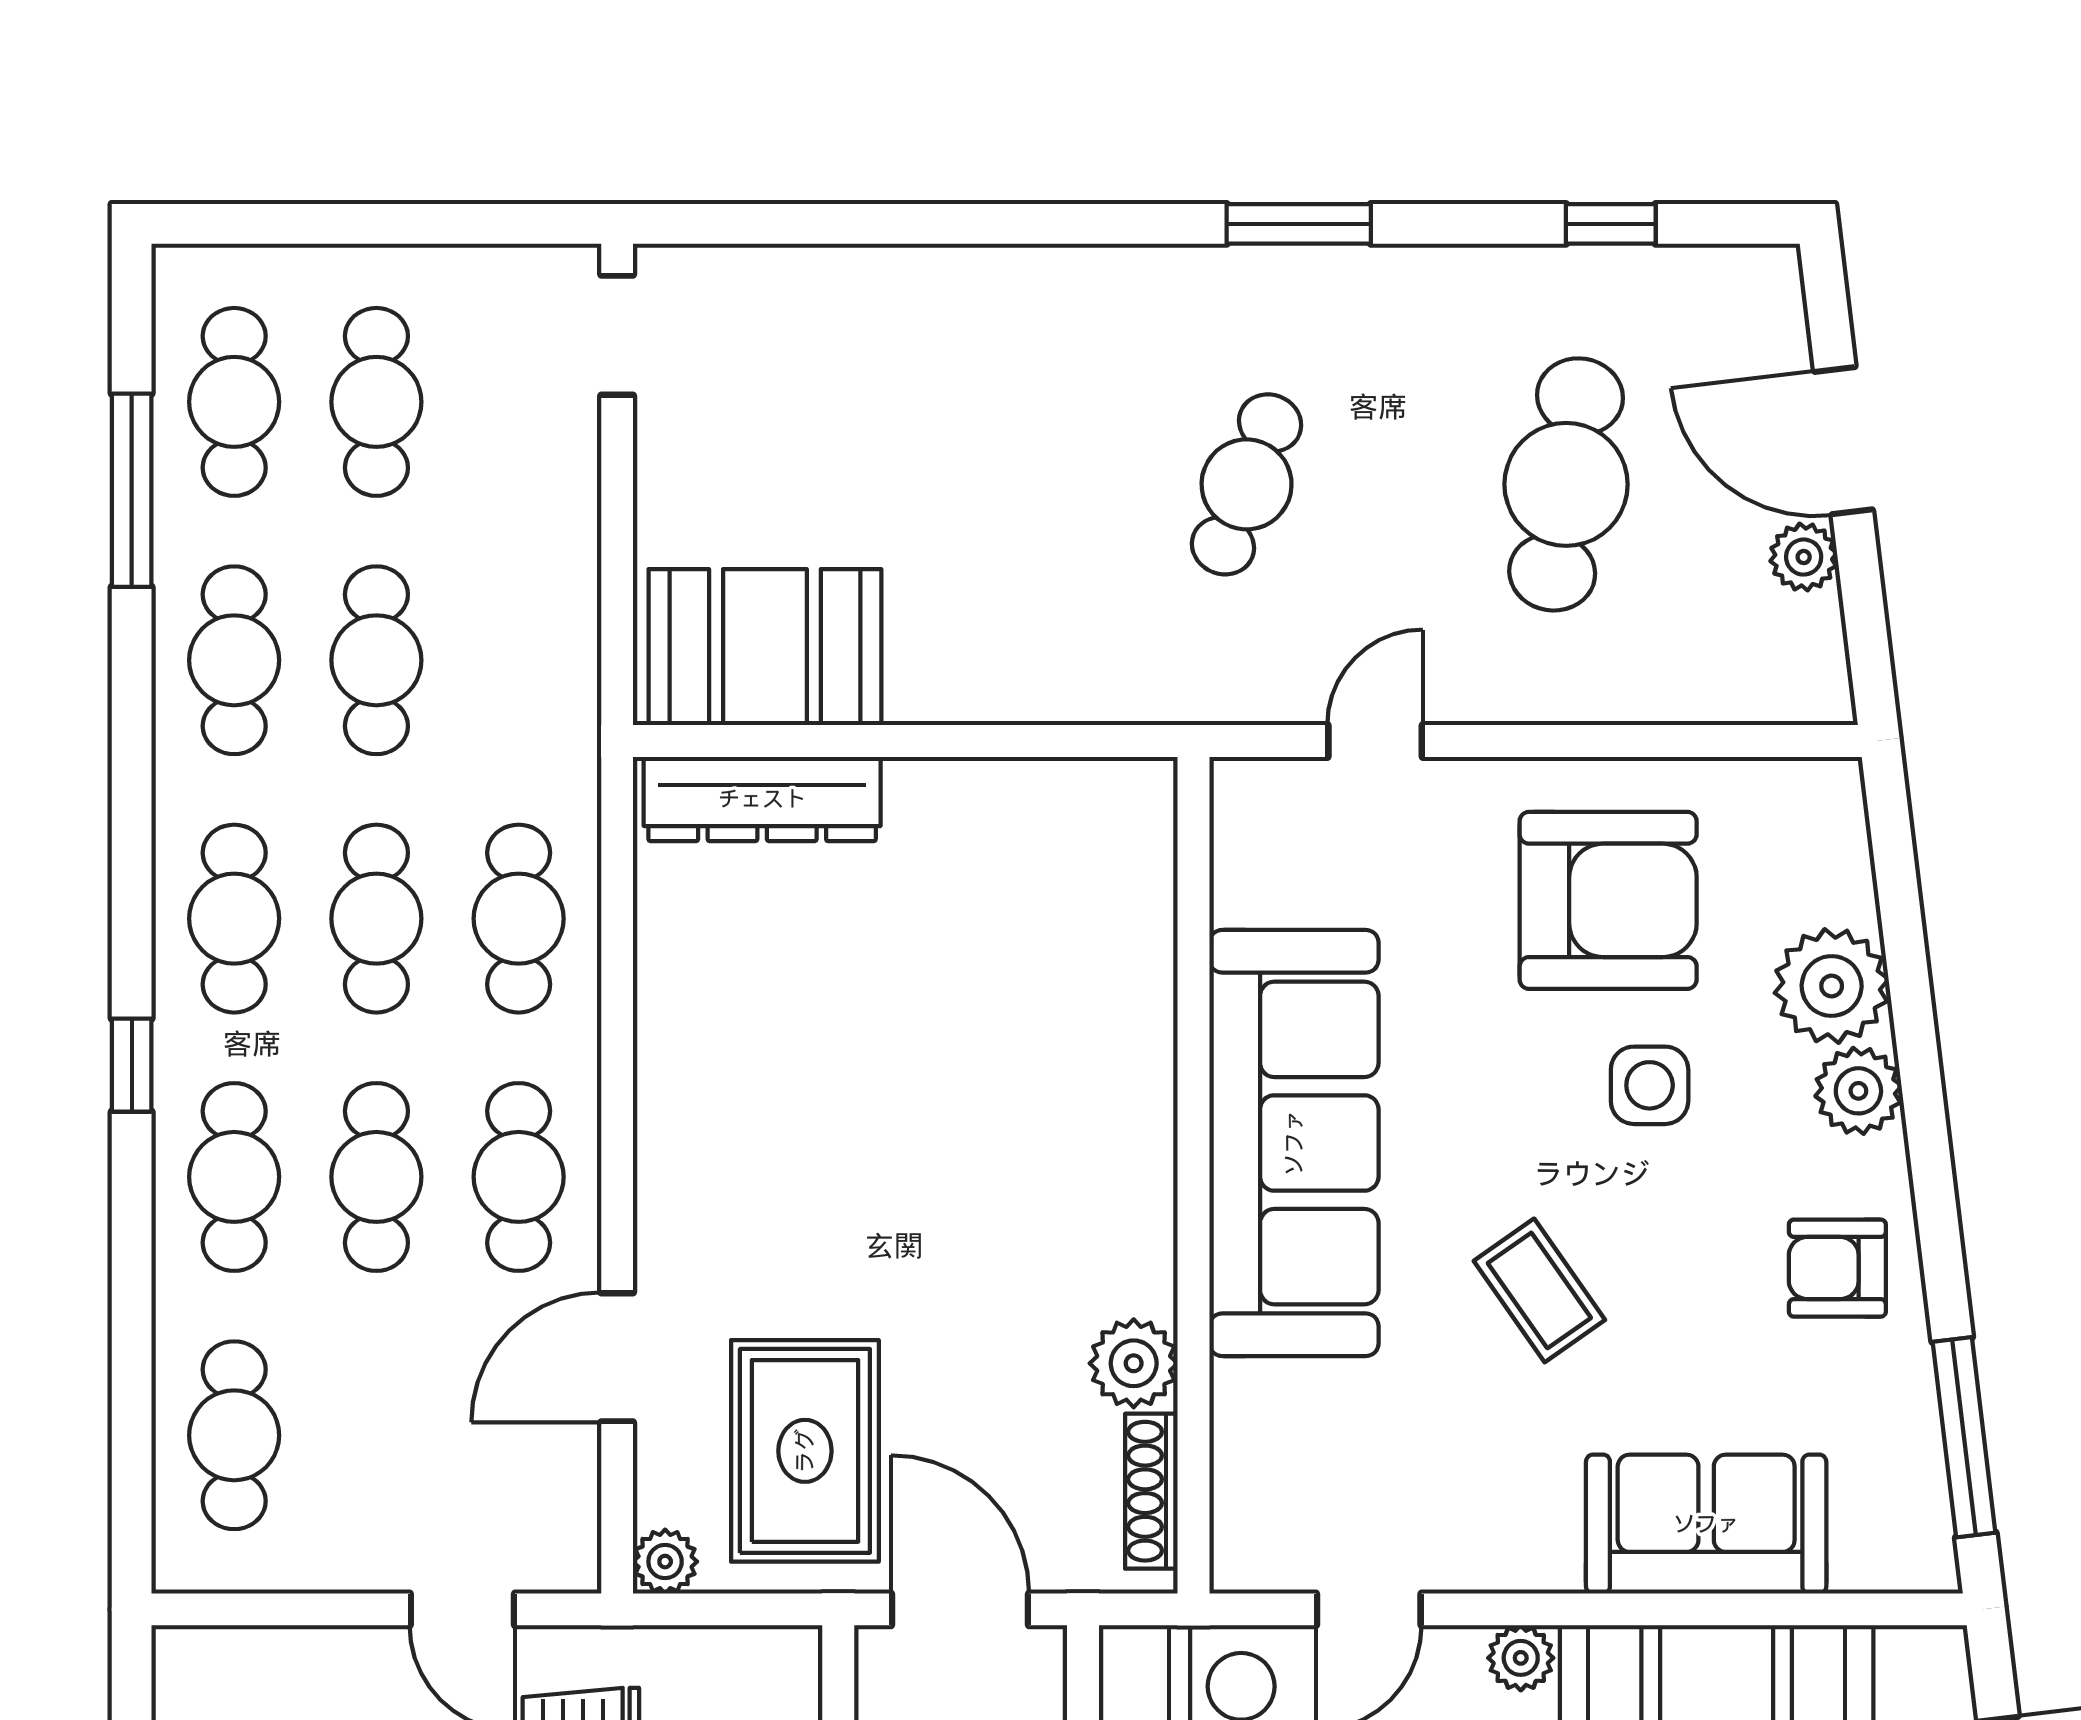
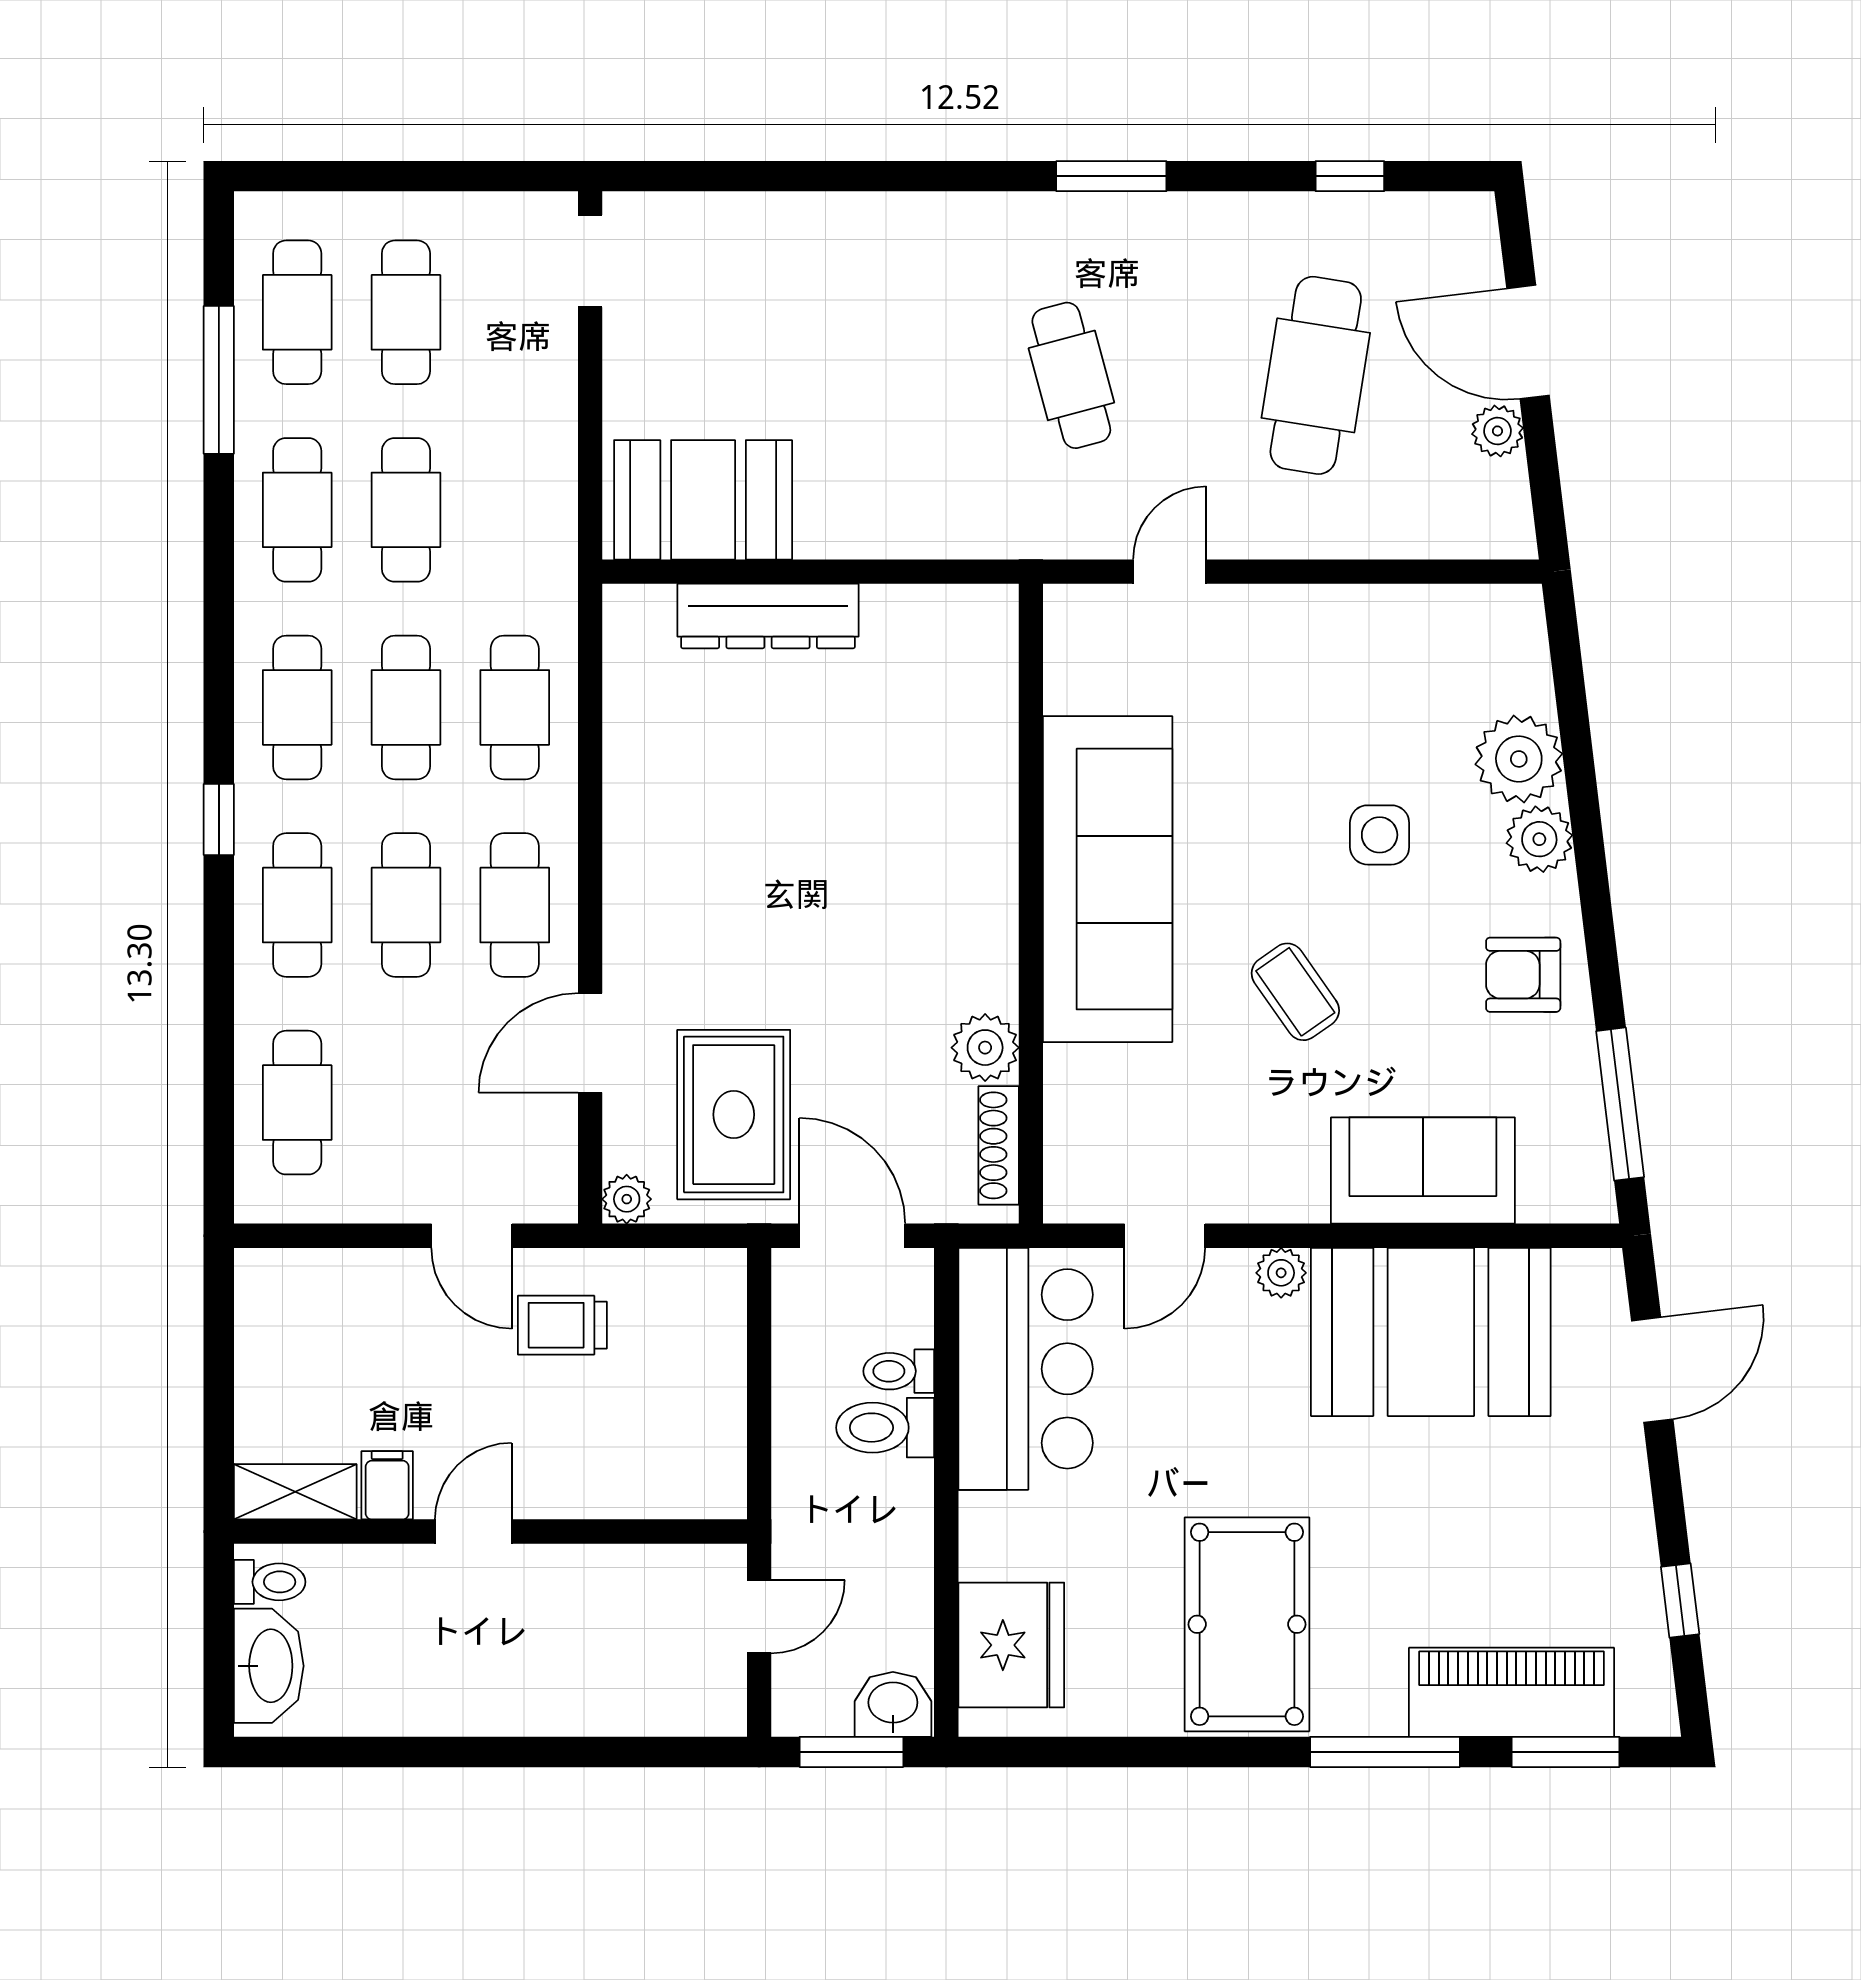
cafe table: (1247, 484) -> (1071, 375), turned -36
dresser: (762, 799) -> (768, 616), moved
armchair: (1608, 900) -> (1348, 693), removed

